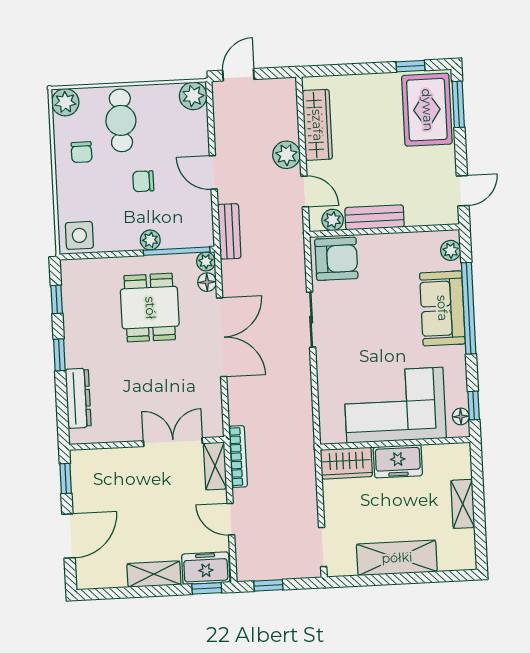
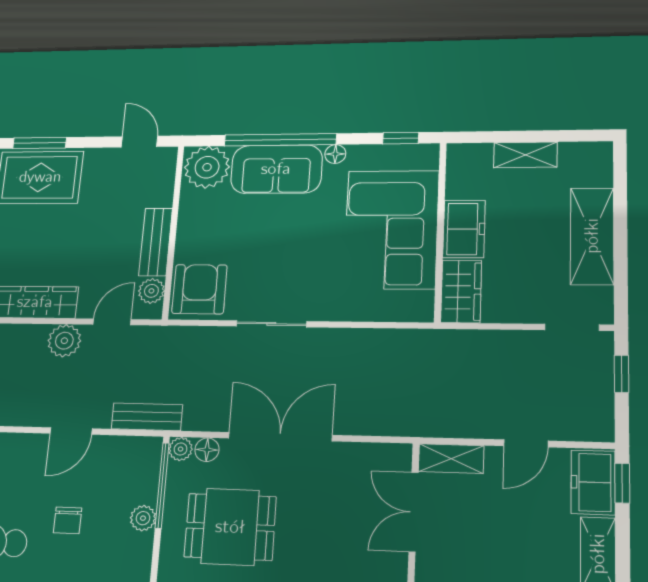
plant: (451, 250) -> (207, 167), width x1.87, depth x1.87
floor lamp: (461, 416) -> (335, 154), moved
bookcase: (238, 457) -> (441, 428), removed
window: (268, 585) -> (622, 374), moved

